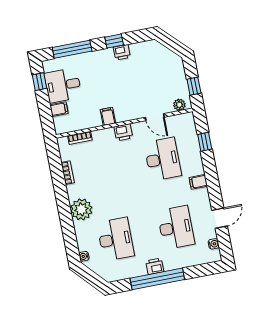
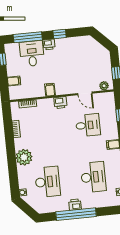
printer: (122, 52) -> (49, 44), moved
desk: (63, 85) -> (32, 54), moved, turned 90
desk: (163, 159) -> (88, 125), width x0.73

